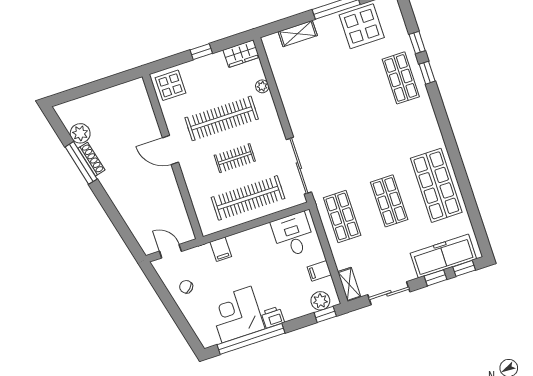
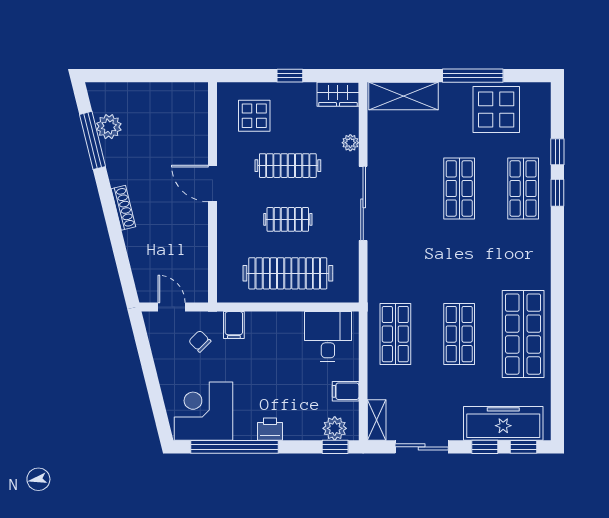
shelving: (298, 34) -> (404, 96), width x1.50, depth x1.33
display table: (170, 85) -> (254, 116), moved
shop shelf: (354, 94) -> (459, 188), added
clothes rail: (222, 118) -> (288, 166), width x0.73, depth x0.76
shoe rack: (91, 159) -> (123, 208), moved
window: (81, 163) -> (92, 140), moved
sliding door: (299, 166) -> (363, 203), moved
chair: (186, 287) -> (200, 341), moved
corner desk: (236, 314) -> (203, 411), moved

